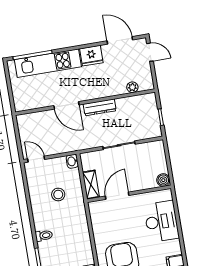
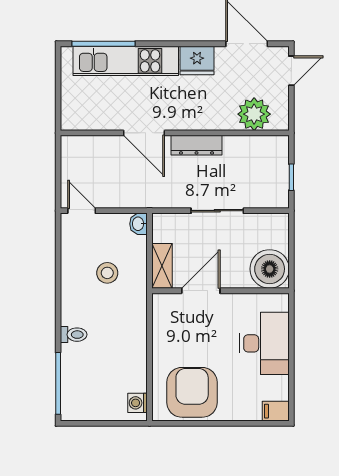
door: (150, 52) -> (291, 71), hinge flipped
plant: (132, 87) -> (254, 114), width x1.87, depth x1.87
boiler: (163, 180) -> (270, 269), width x1.86, depth x1.86

